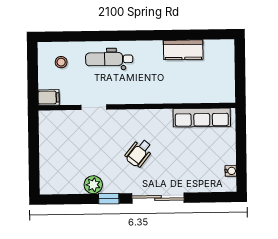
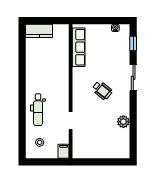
kitchen counter: (183, 50) -> (39, 31), moved, turned 90
sliding door: (158, 198) -> (133, 78), width x0.73
window: (109, 199) -> (133, 43), moved

